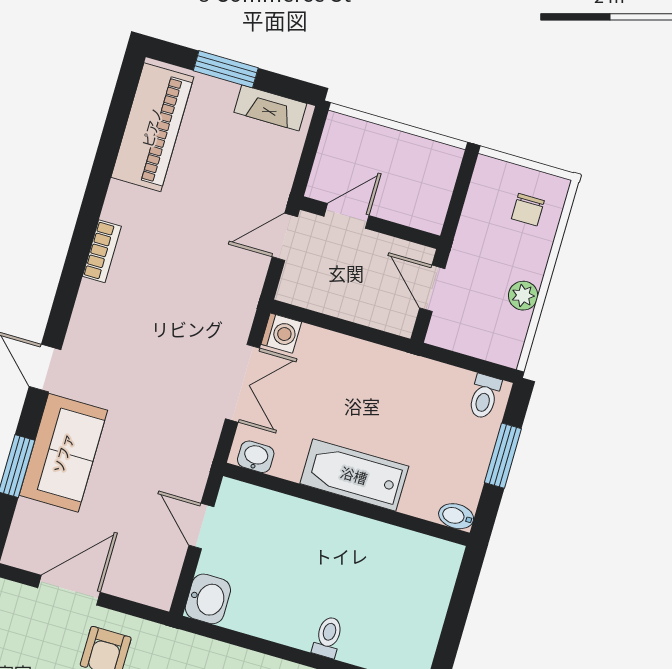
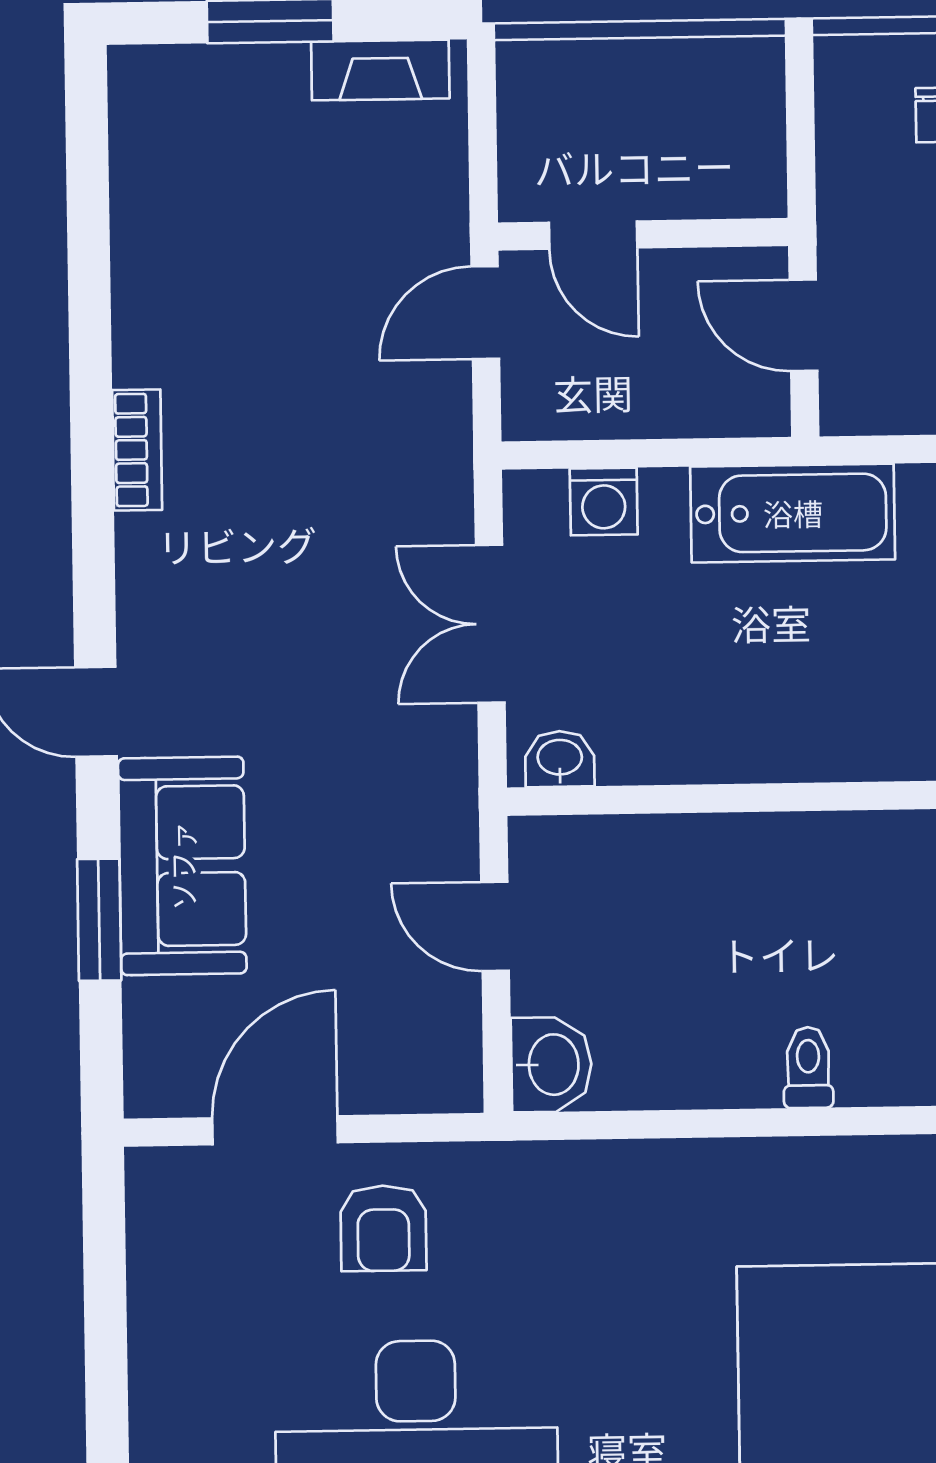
piano: (152, 127) -> (162, 178), removed
door: (346, 216) -> (593, 235), swing flipped
washing machine: (281, 333) -> (604, 502), moved, turned 90
double door: (242, 383) -> (490, 624), swing flipped
bathtub: (354, 475) -> (793, 513), moved, turned 180

